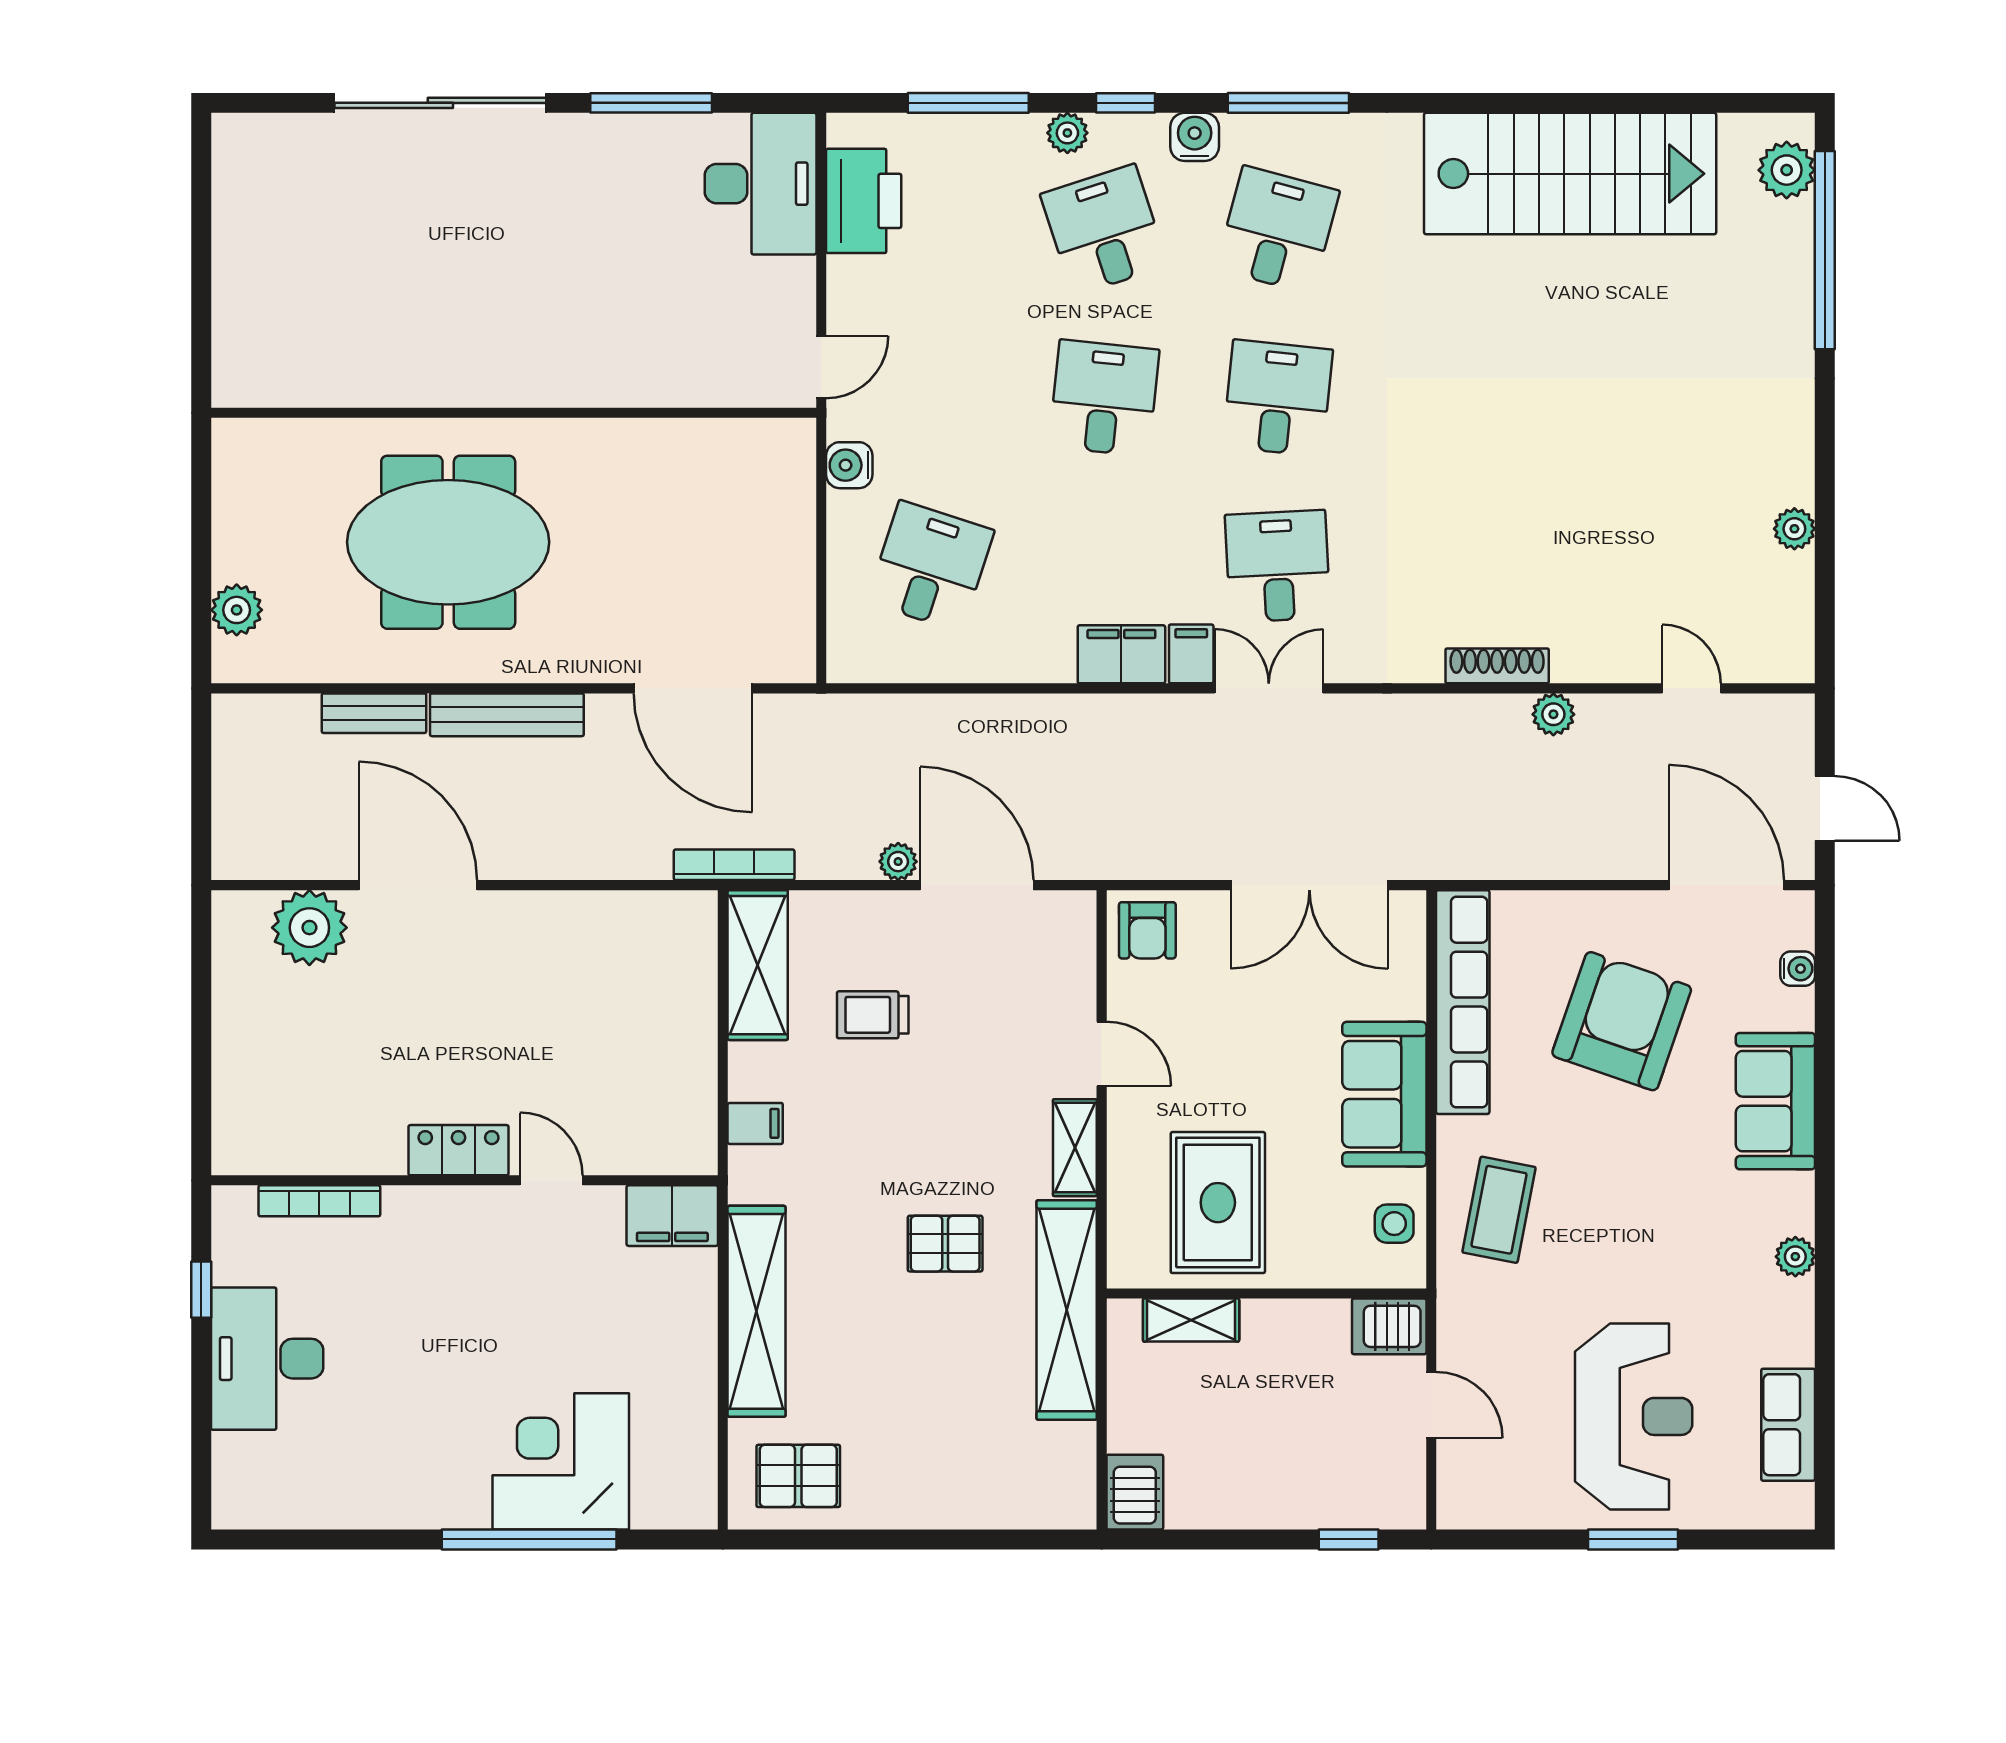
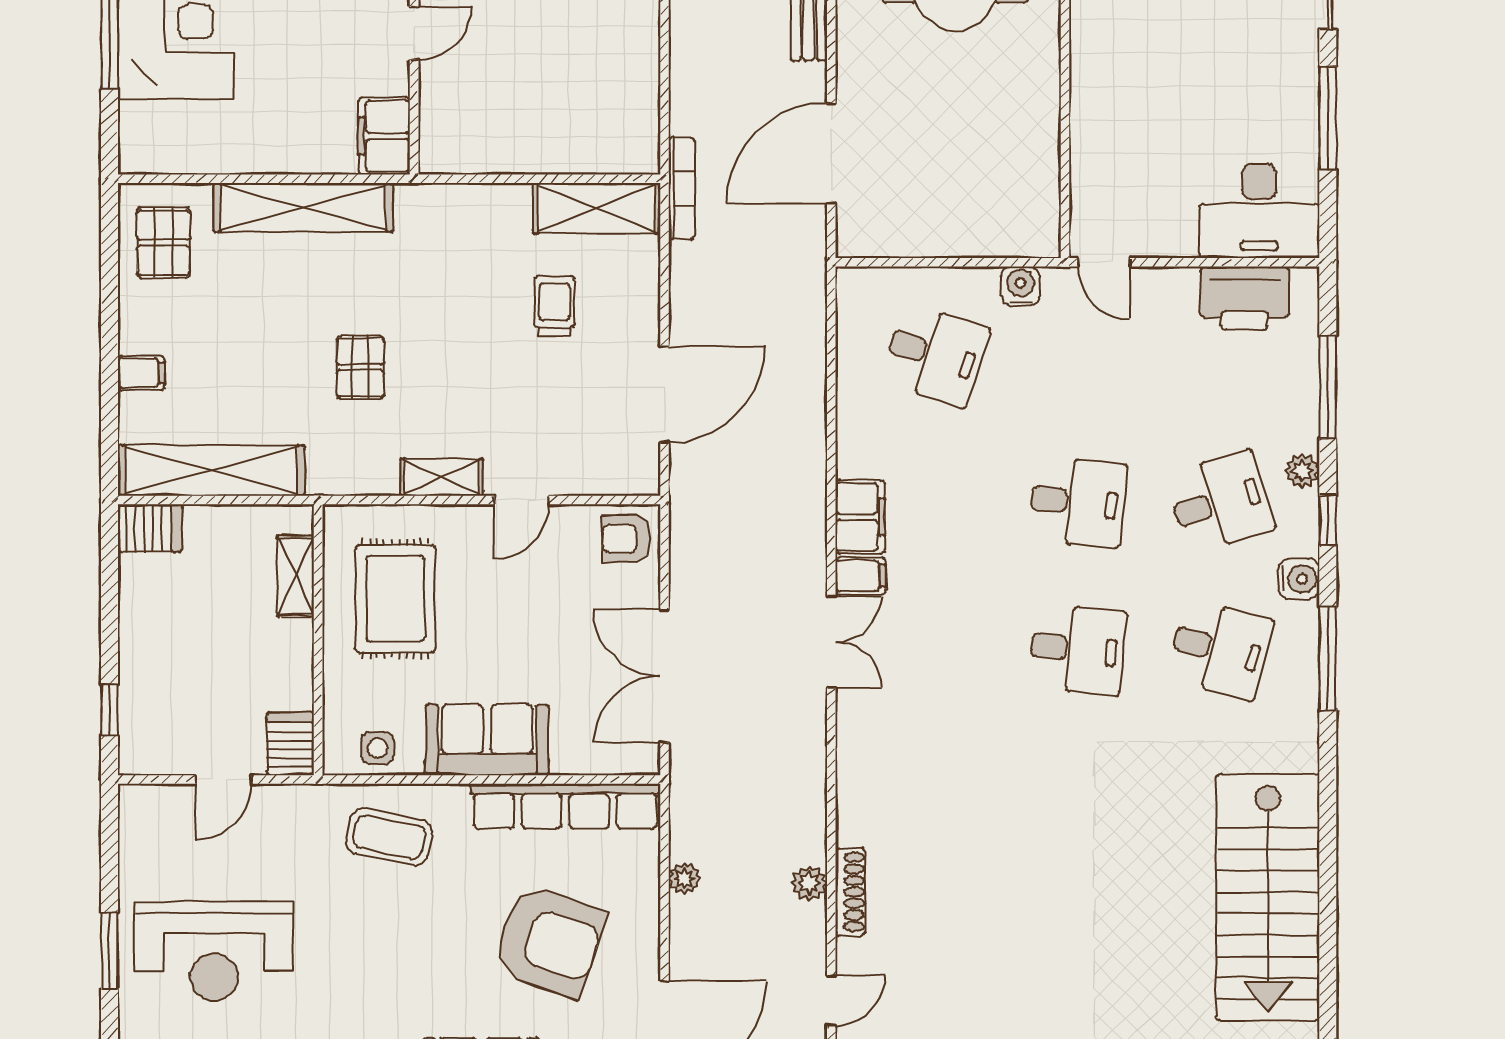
desk: (1278, 566) -> (935, 649), removed
shoe rack: (1497, 666) -> (850, 892), moved
plant: (898, 862) -> (684, 878), moved
filing cabinet: (755, 1123) -> (141, 373), moved, turned -90
rug: (1218, 1203) -> (395, 599), turned 90
shelving: (1067, 1310) -> (211, 470), moved

